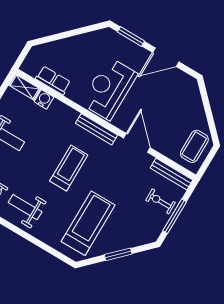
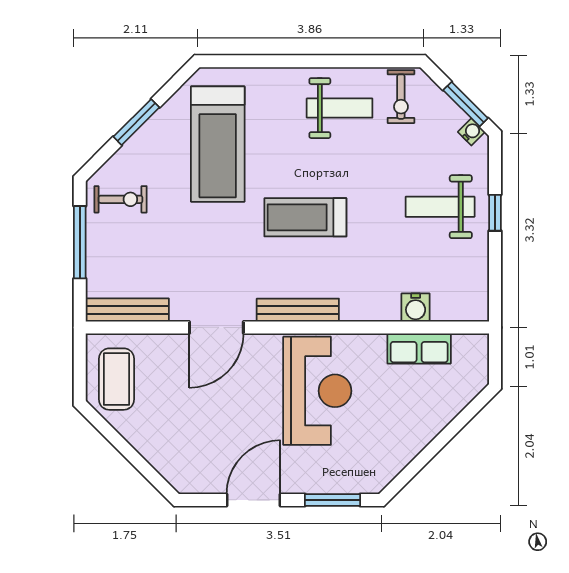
shelving: (25, 87) -> (460, 309), removed
door: (137, 143) -> (216, 327), hinge flipped
treadmill: (69, 168) -> (305, 217), turned 90
exercise bike: (160, 201) -> (121, 199), moved

